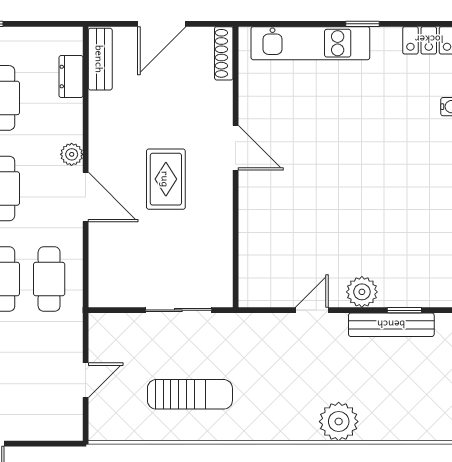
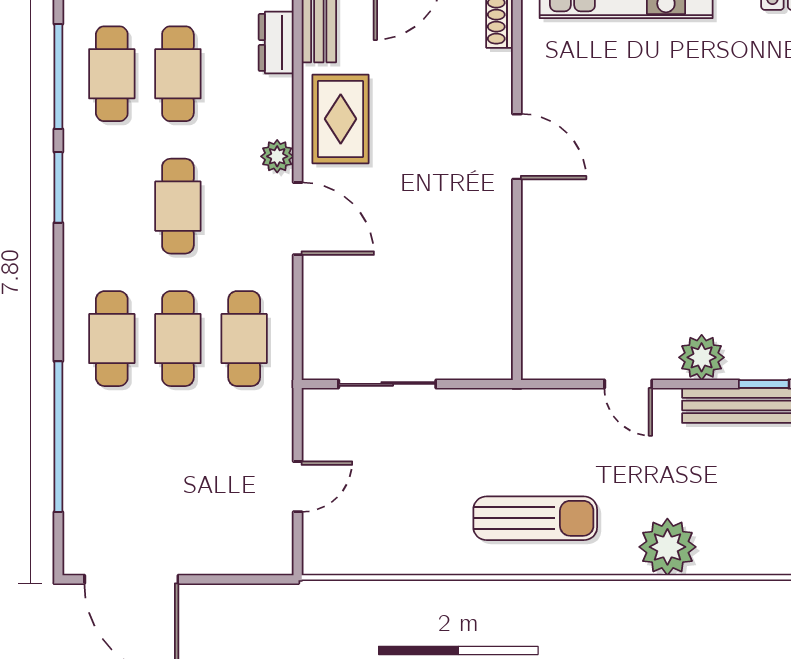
rug: (166, 179) -> (341, 119), moved
sliding door: (178, 310) -> (387, 384), moved
door: (312, 310) -> (628, 384), swing flipped
sun lounger: (190, 394) -> (535, 518), moved

